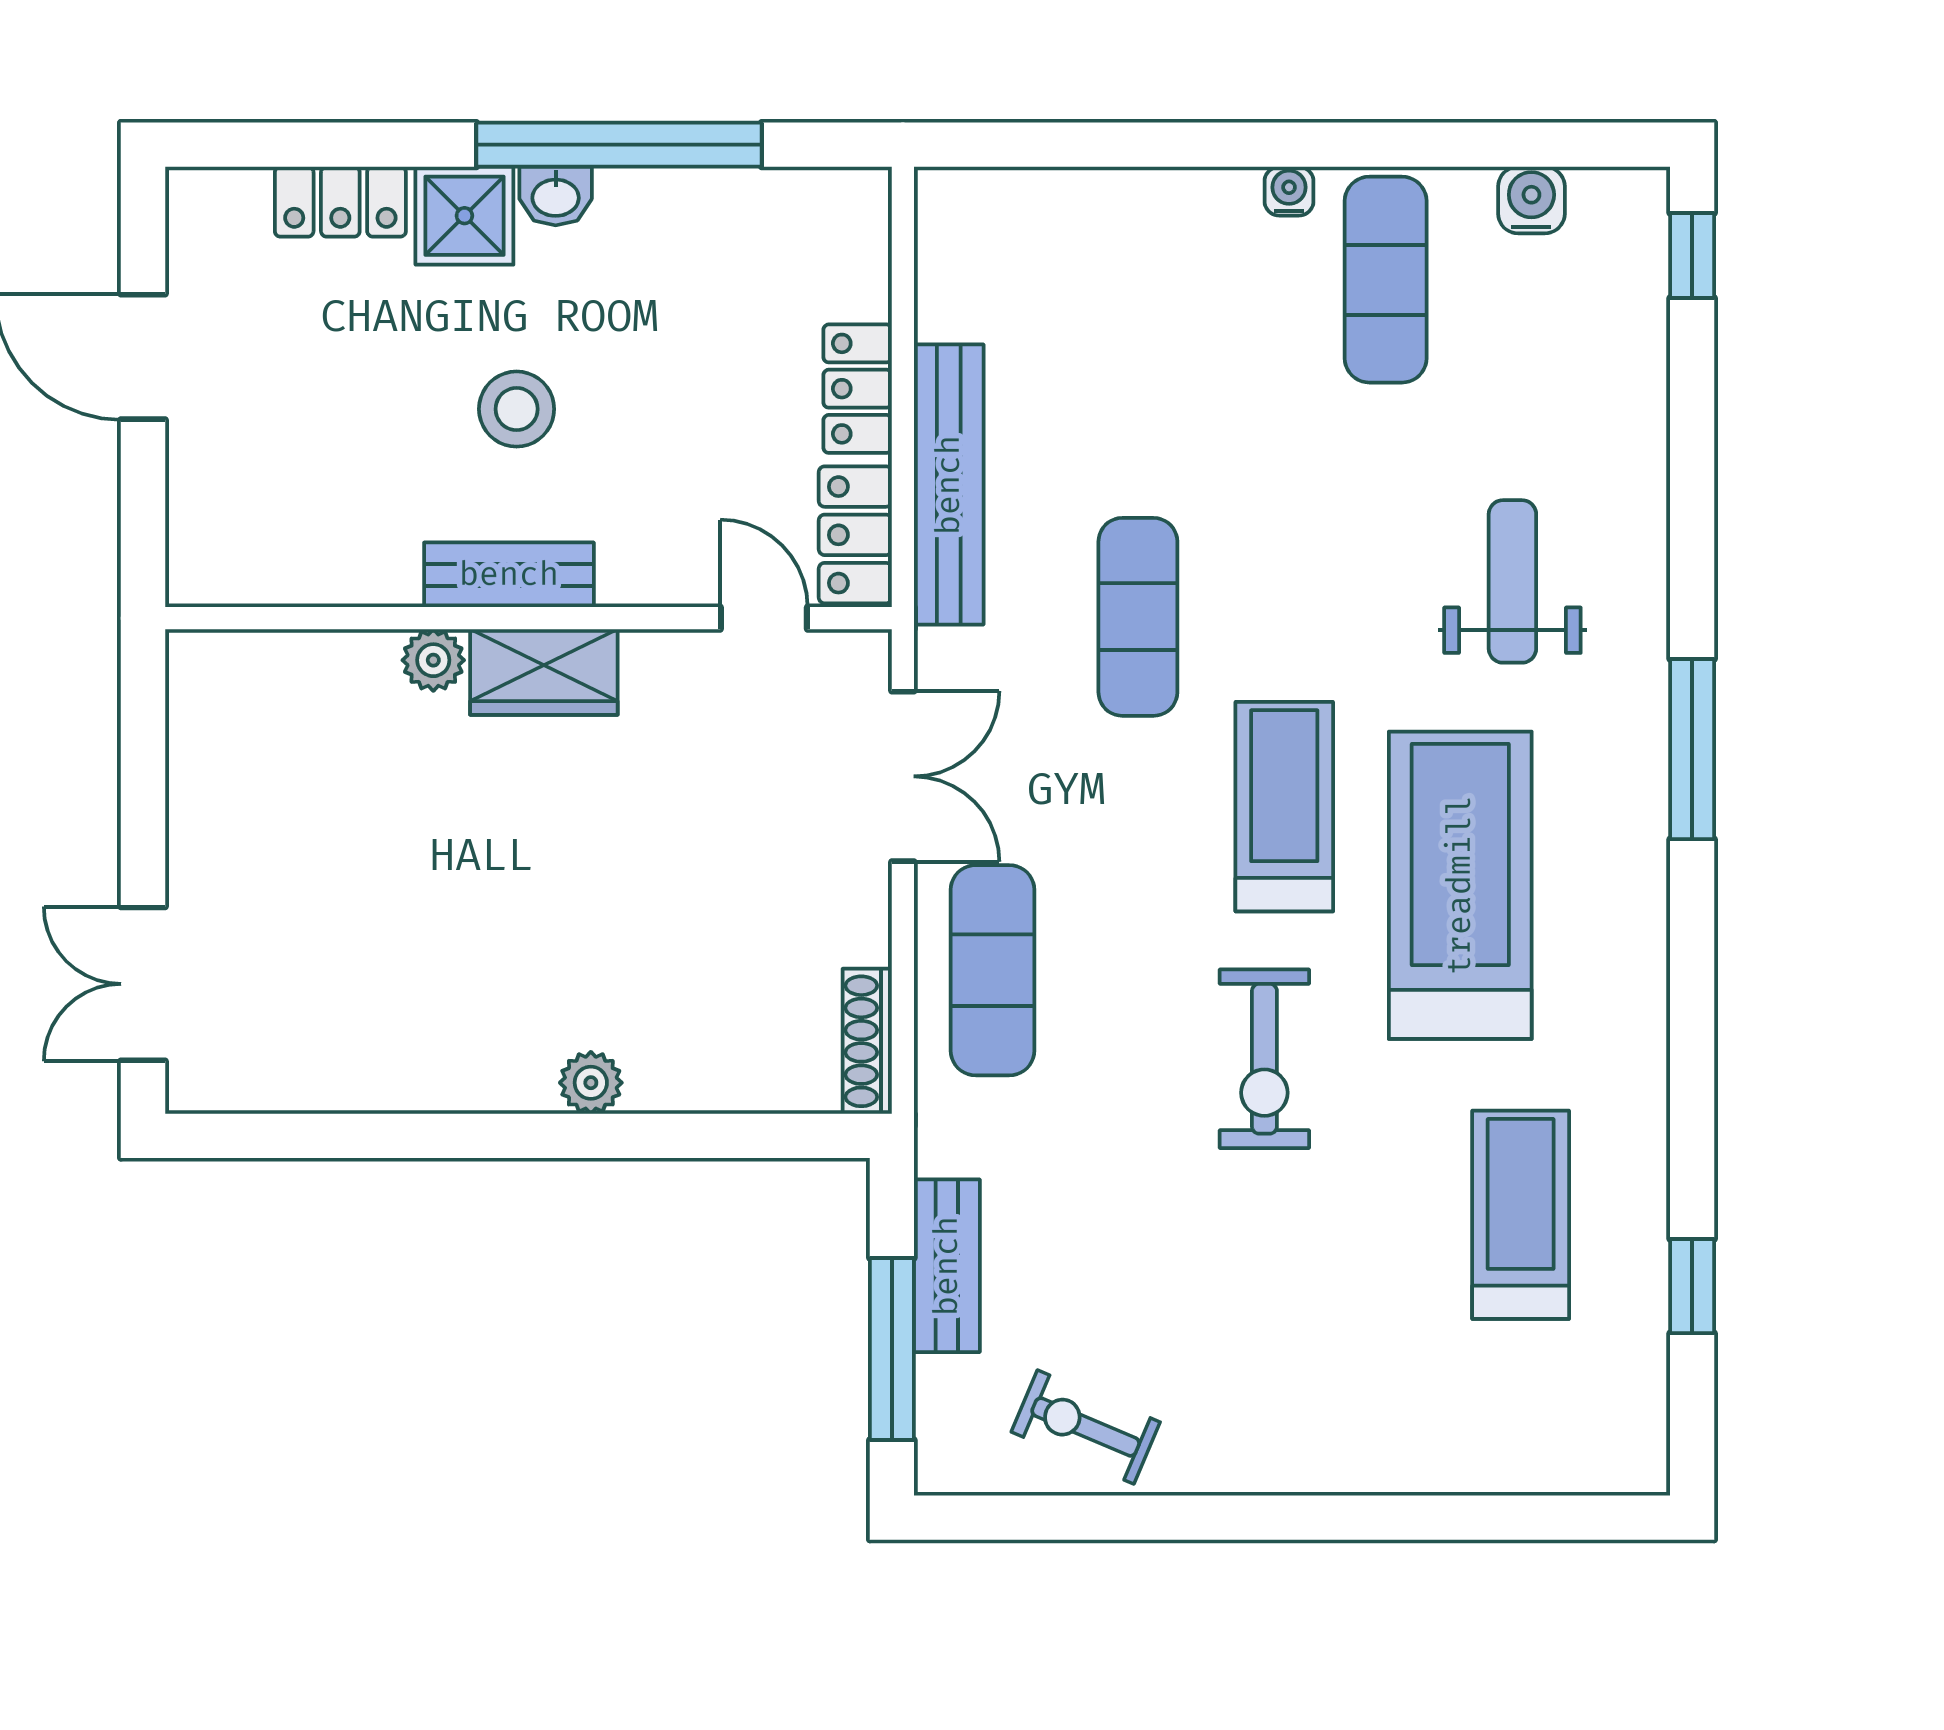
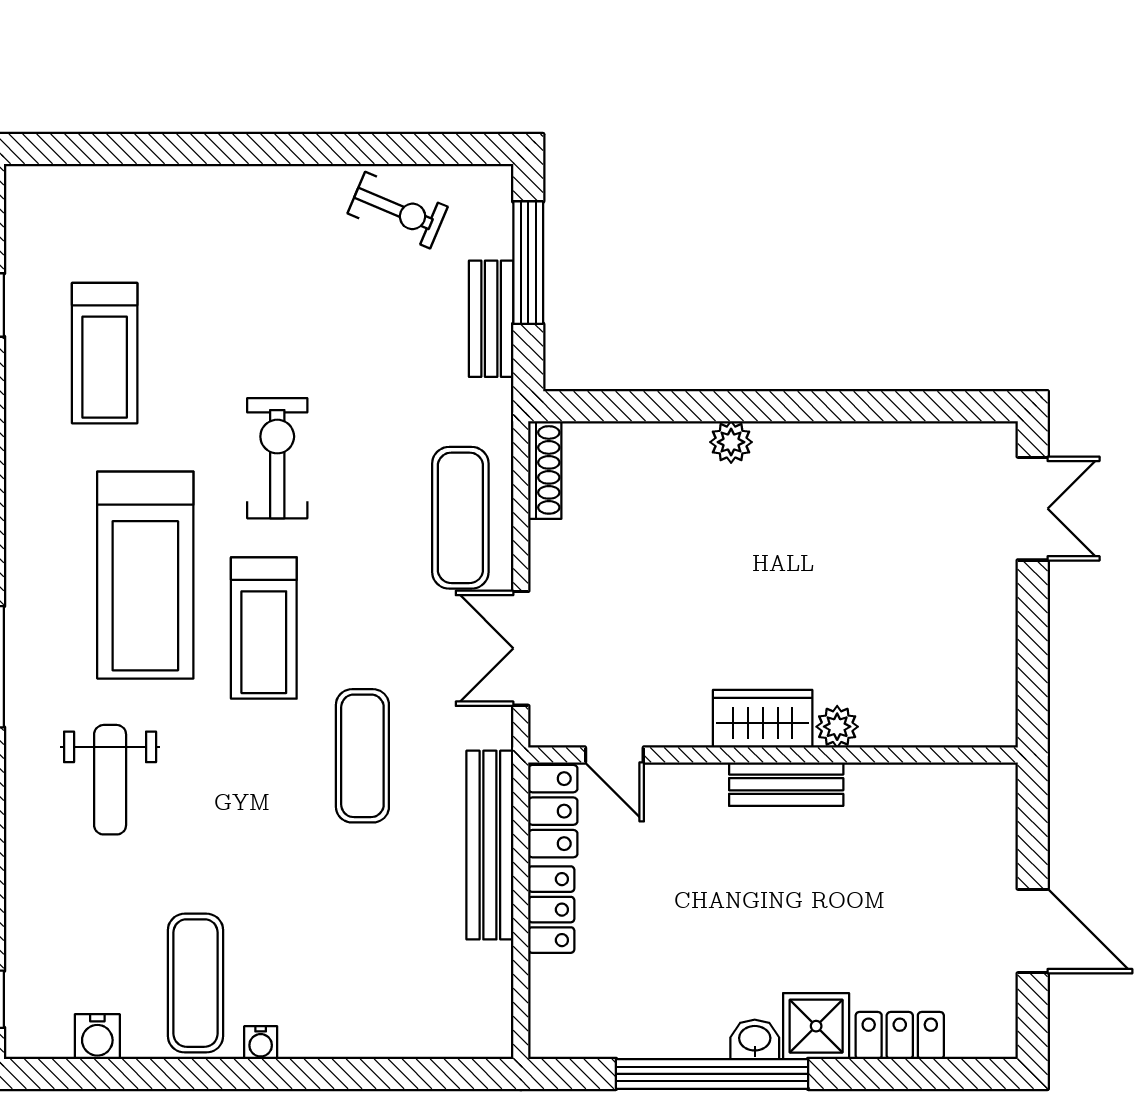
stool: (517, 409) -> (781, 896), removed

